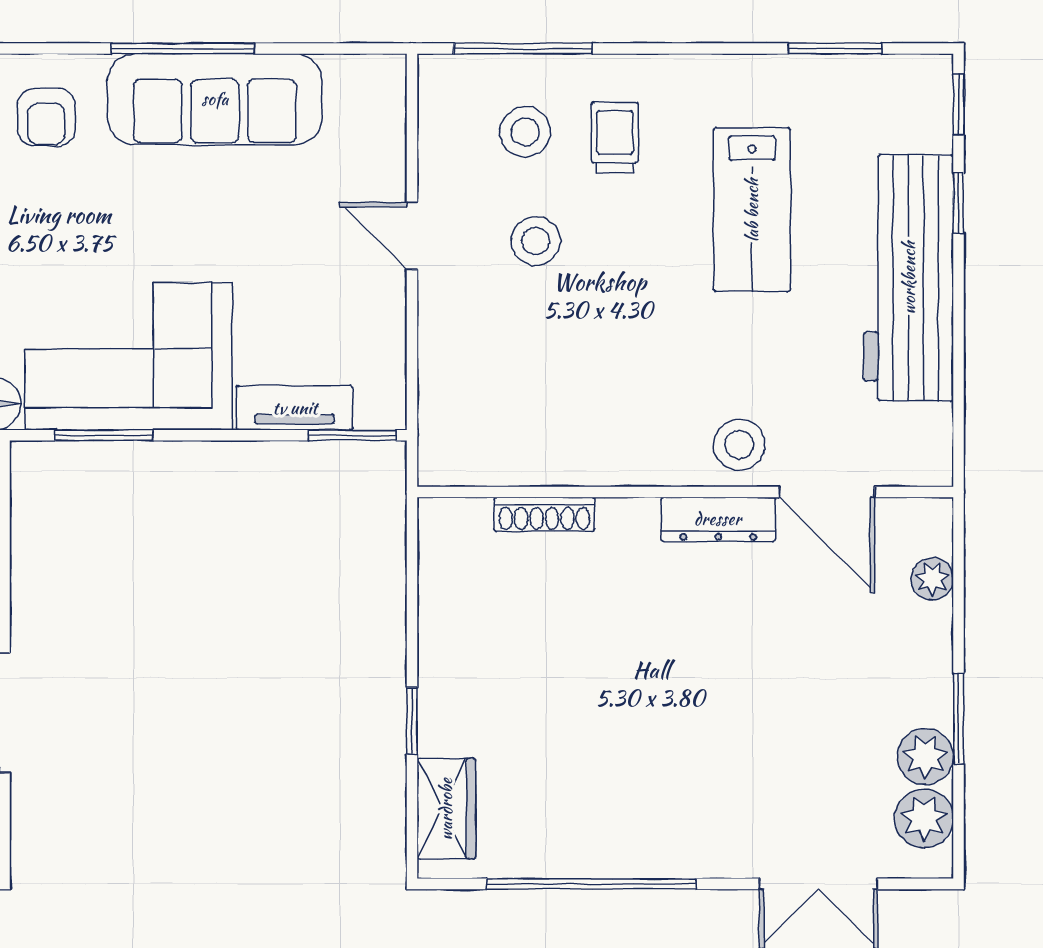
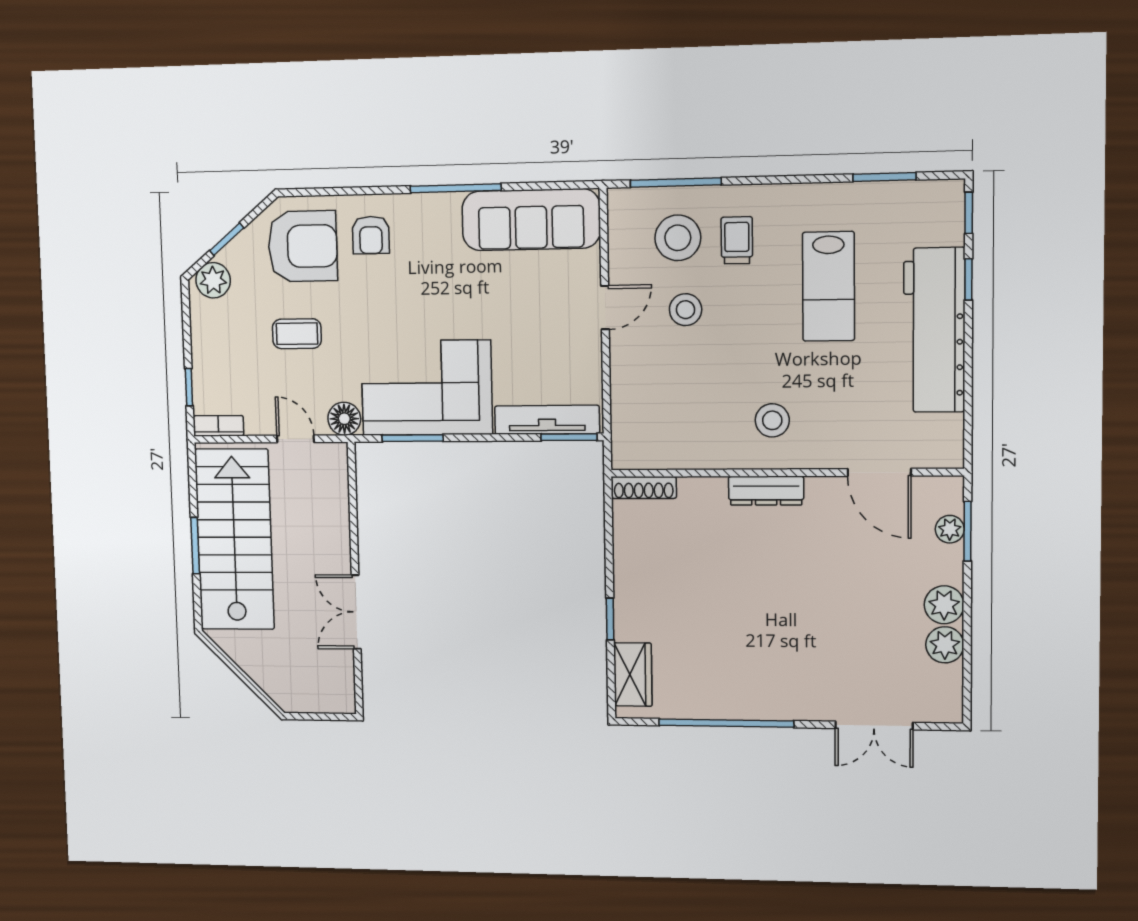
sofa: (215, 99) -> (531, 220), moved
stool: (525, 132) -> (678, 238), width x1.38, depth x1.38
door: (412, 236) -> (605, 308), swing flipped
tv unit: (295, 408) -> (547, 420), width x1.41
stool: (739, 445) -> (772, 420), moved
shoe rack: (544, 514) -> (644, 488), moved
dresser: (718, 519) -> (766, 491), moved
window: (959, 719) -> (968, 531), moved
plant: (924, 818) -> (944, 605), moved

